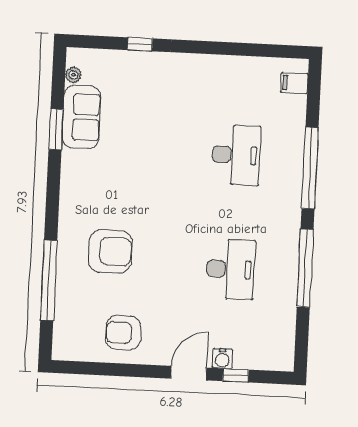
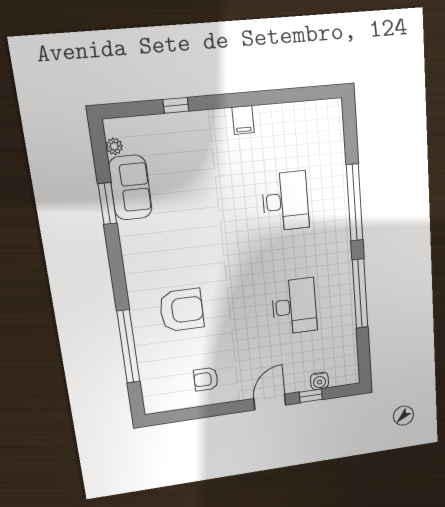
filing cabinet: (294, 83) -> (243, 120), moved, turned -90
armchair: (123, 333) -> (206, 379), width x0.72, depth x0.72
water cooler: (222, 358) -> (319, 381), moved

